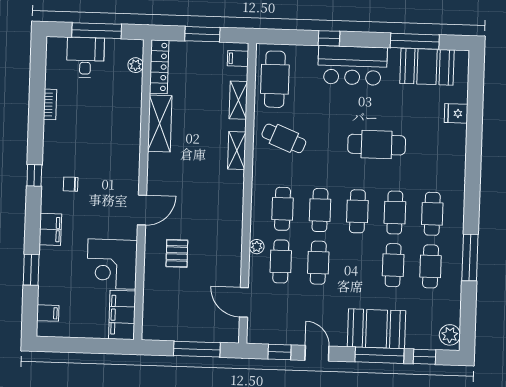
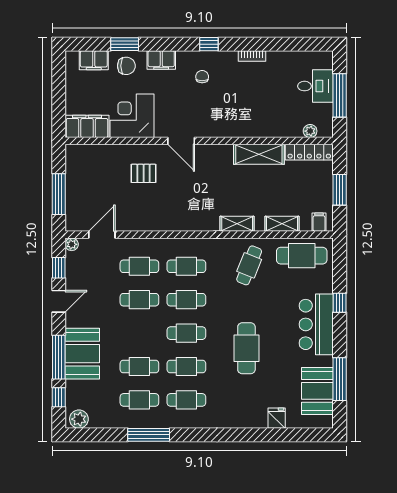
bookcase: (50, 104) -> (252, 56), moved
plant: (257, 247) -> (72, 244), moved
chair: (56, 269) -> (126, 66), added
filing cabinet: (48, 313) -> (94, 60), width x2.00

